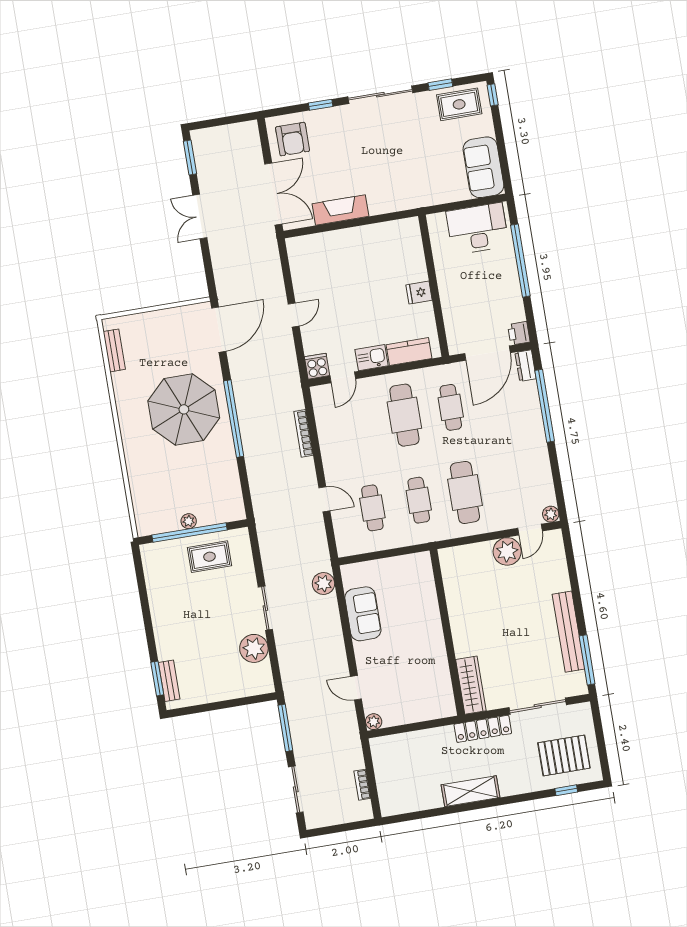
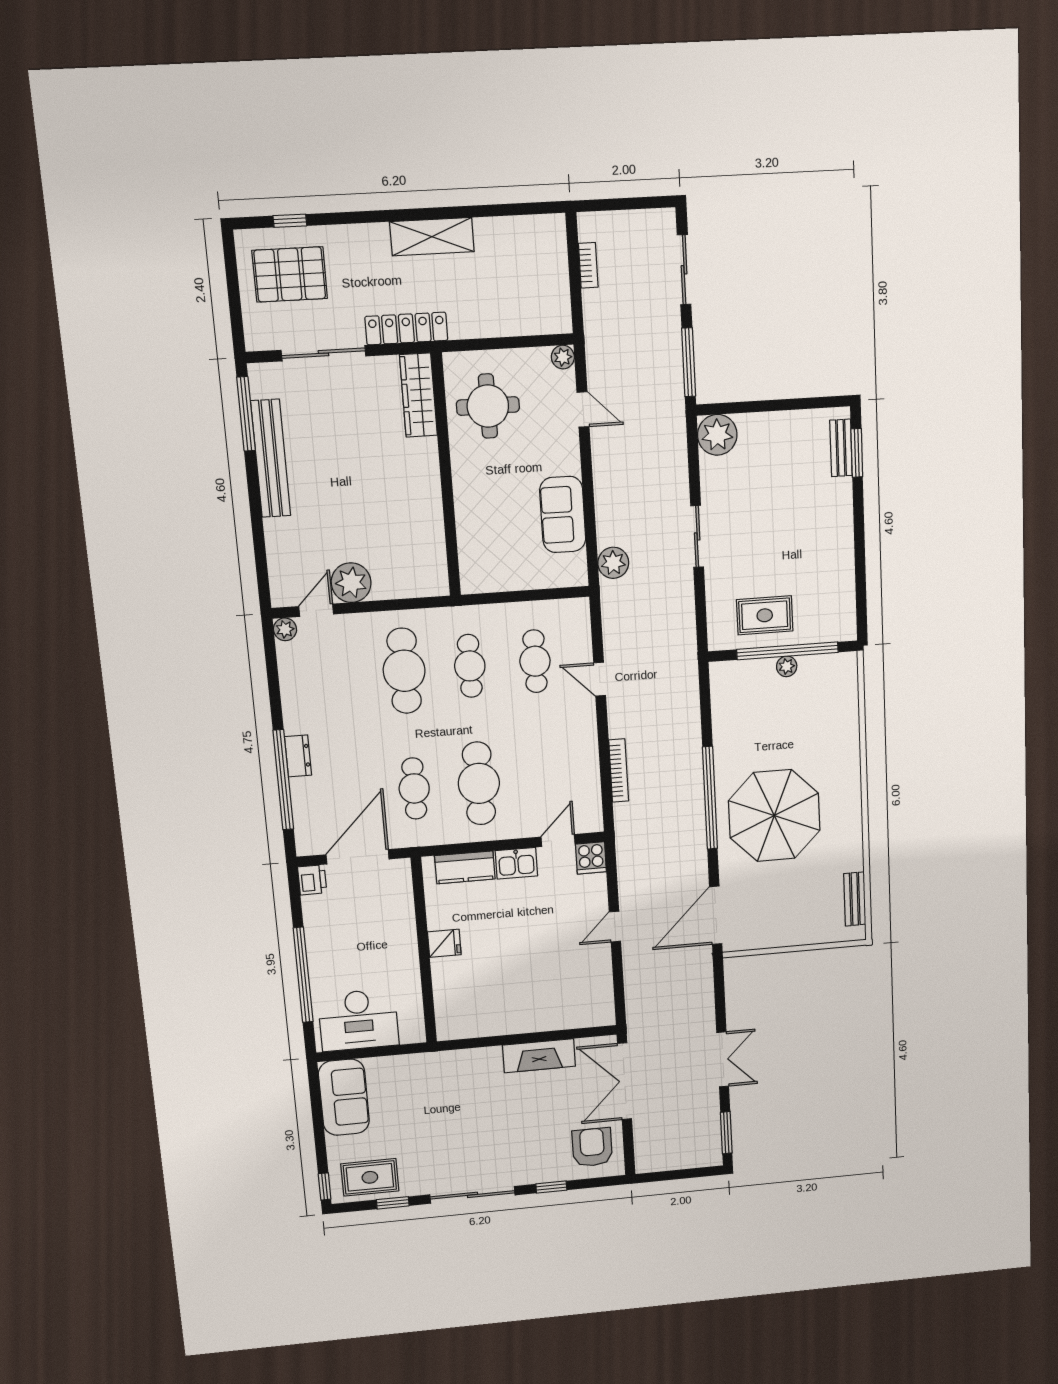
dresser: (526, 366) -> (298, 756), moved
plant: (254, 648) -> (717, 435), moved
round table: (422, 683) -> (488, 406), added

